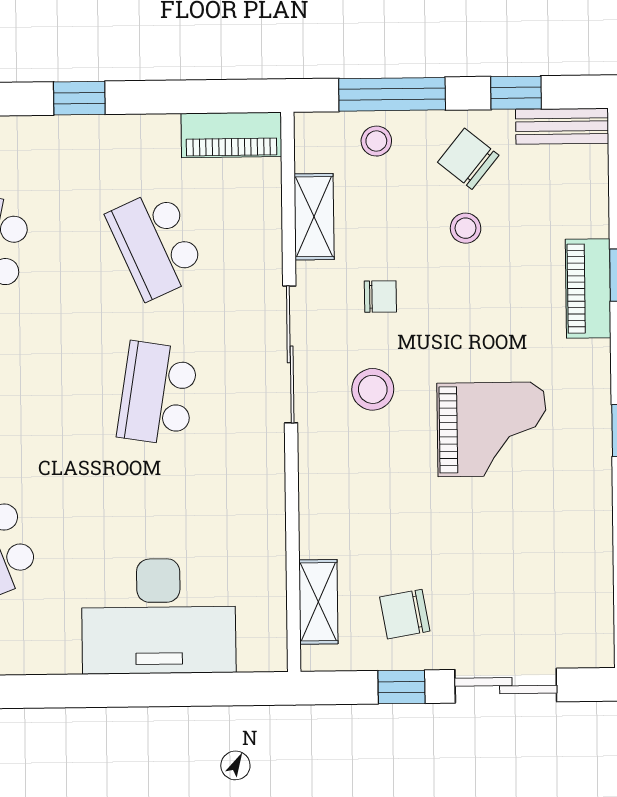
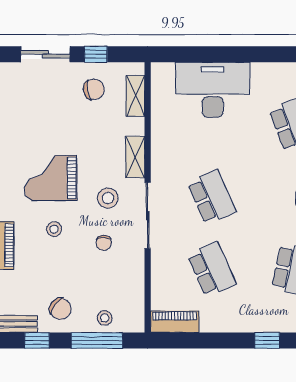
window: (79, 98) -> (267, 340), moved
shelving: (314, 217) -> (135, 157), moved
stool: (466, 228) -> (54, 229), moved
chair: (380, 297) -> (104, 243), turned -90
school desk: (158, 394) -> (212, 197), turned -33

